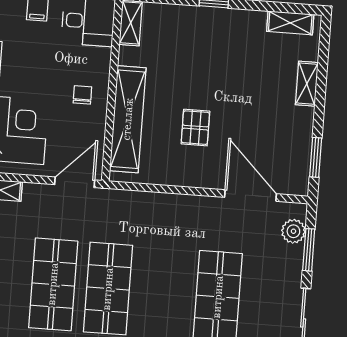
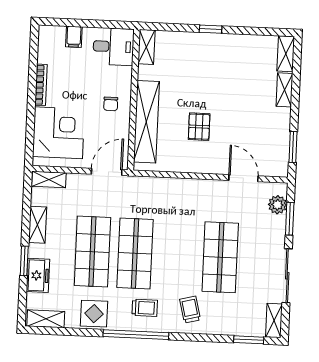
shelving: (290, 23) -> (286, 54), moved, turned 90
chair: (82, 95) -> (111, 104), turned 180
door: (251, 196) -> (243, 178), width x0.73

